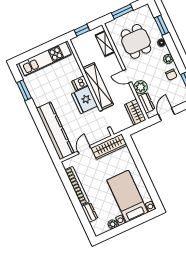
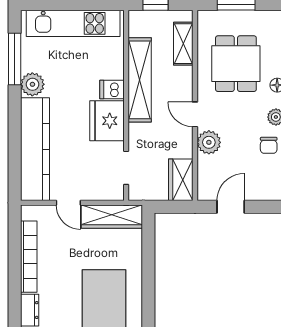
shelving: (98, 86) -> (140, 80), moved
window: (24, 90) -> (15, 59), width x1.44
plant: (39, 99) -> (32, 84), added
dresser: (146, 103) -> (207, 173), removed
door: (84, 150) -> (68, 203), swing flipped

